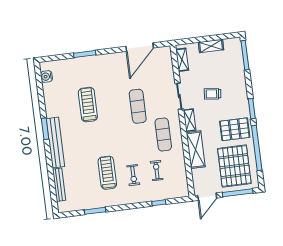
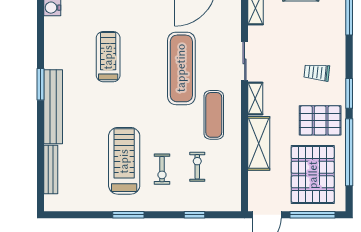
trolley: (213, 94) -> (317, 72), moved
exercise mat: (138, 106) -> (181, 68), width x1.36, depth x1.45
treadmill: (107, 173) -> (124, 161), width x1.37, depth x1.38
window: (95, 211) -> (128, 215), moved

